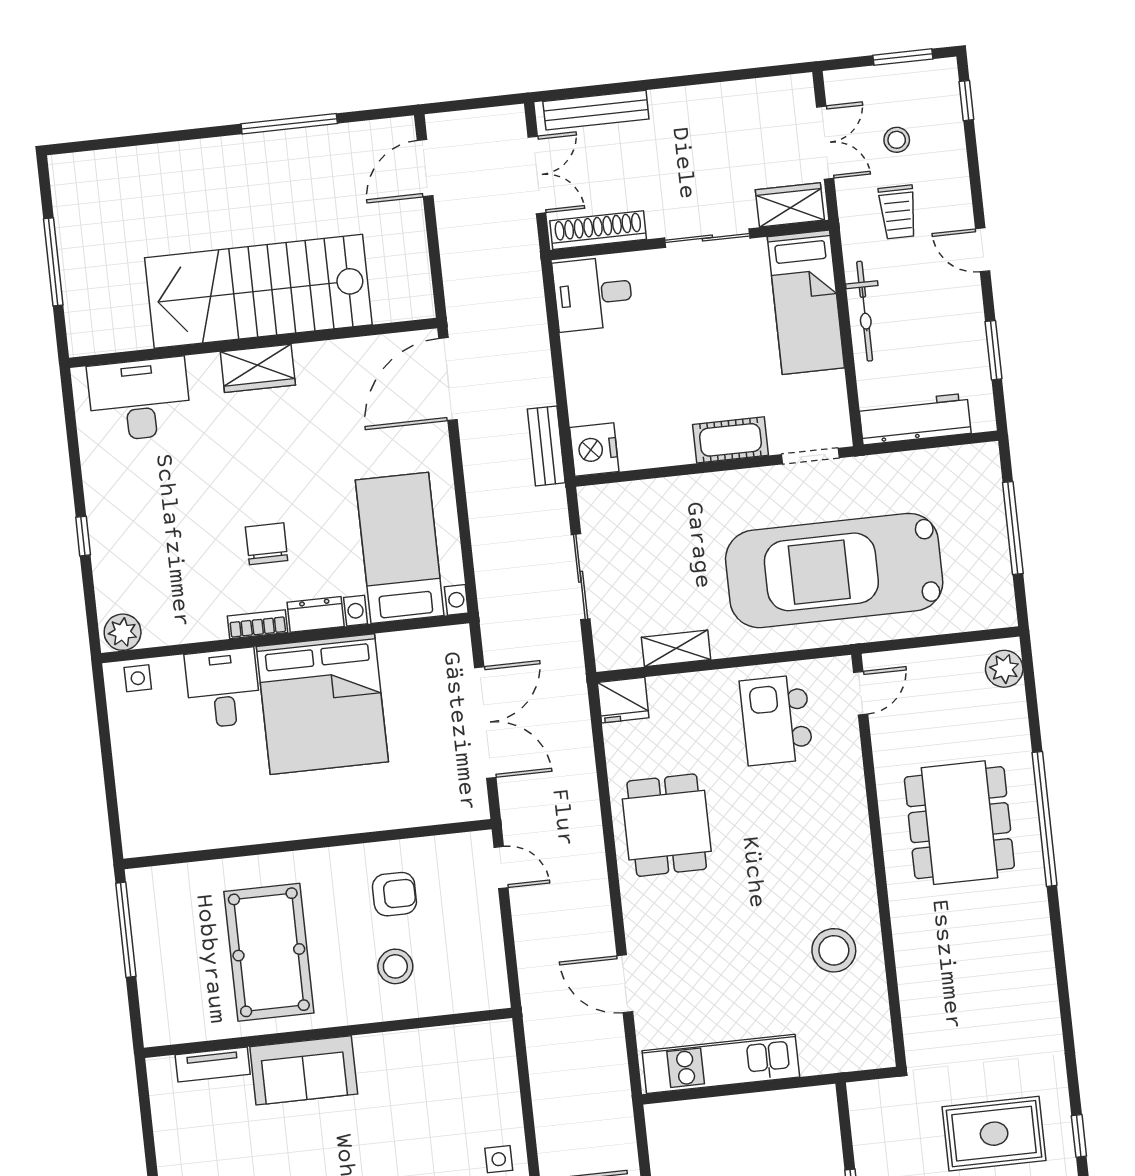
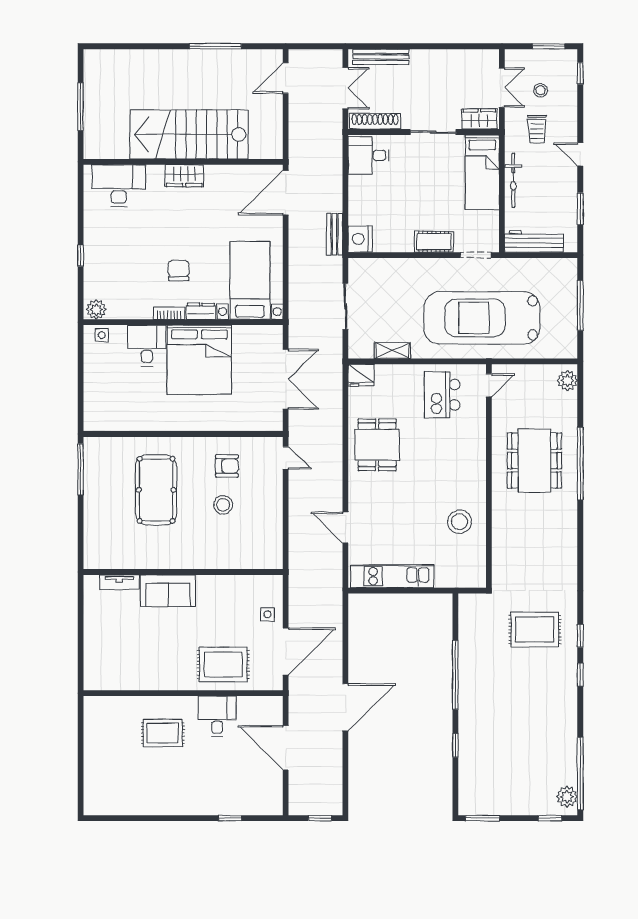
wall: (328, 1033) -> (183, 572), moved
tv unit: (213, 1064) -> (119, 582), moved
sofa: (304, 1070) -> (168, 591), moved

